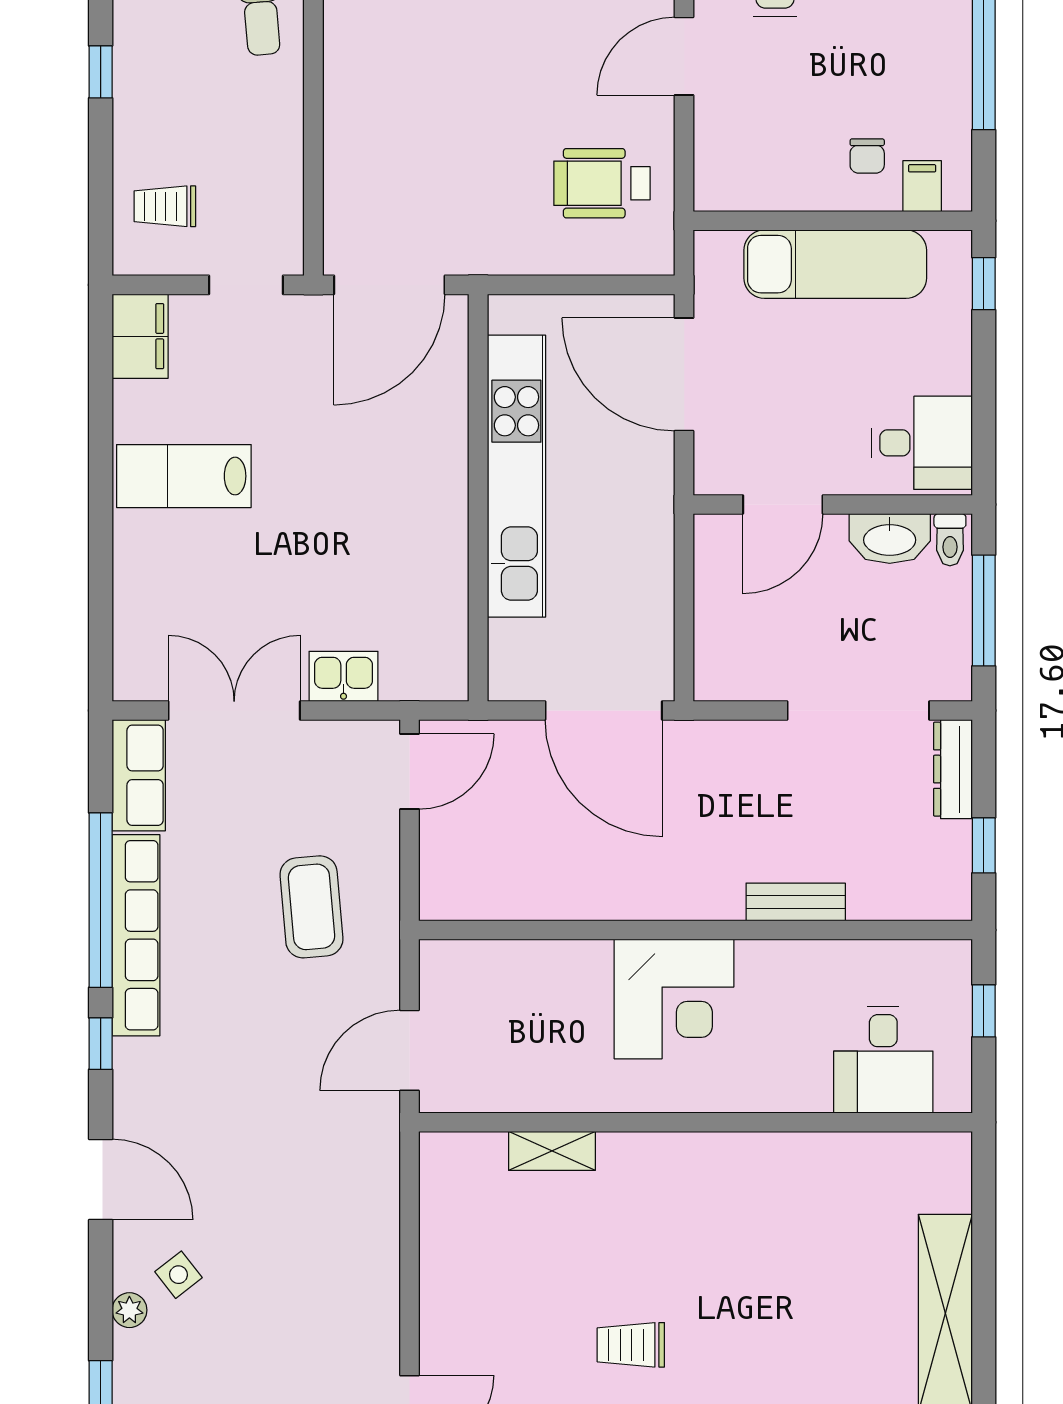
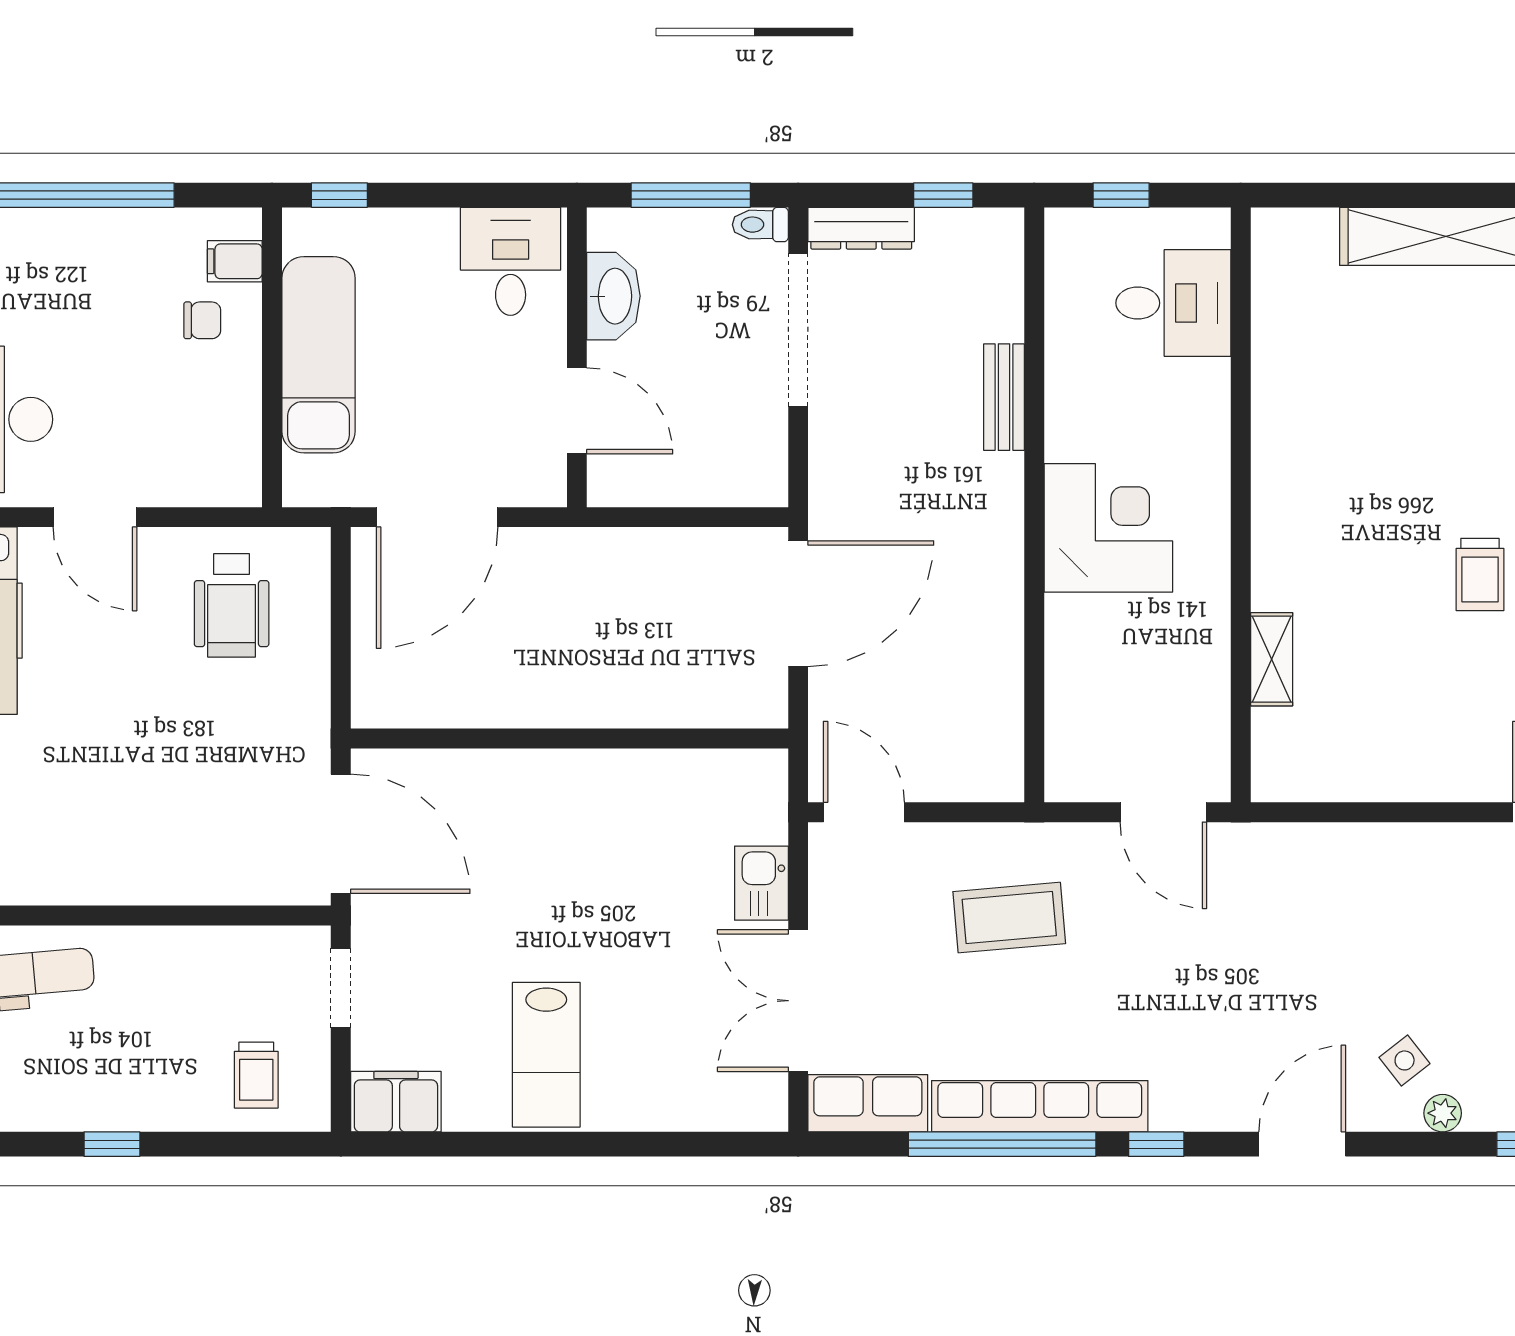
kitchen unit: (516, 476) -> (546, 697), removed
toilet: (950, 540) -> (760, 225), moved, turned 180

